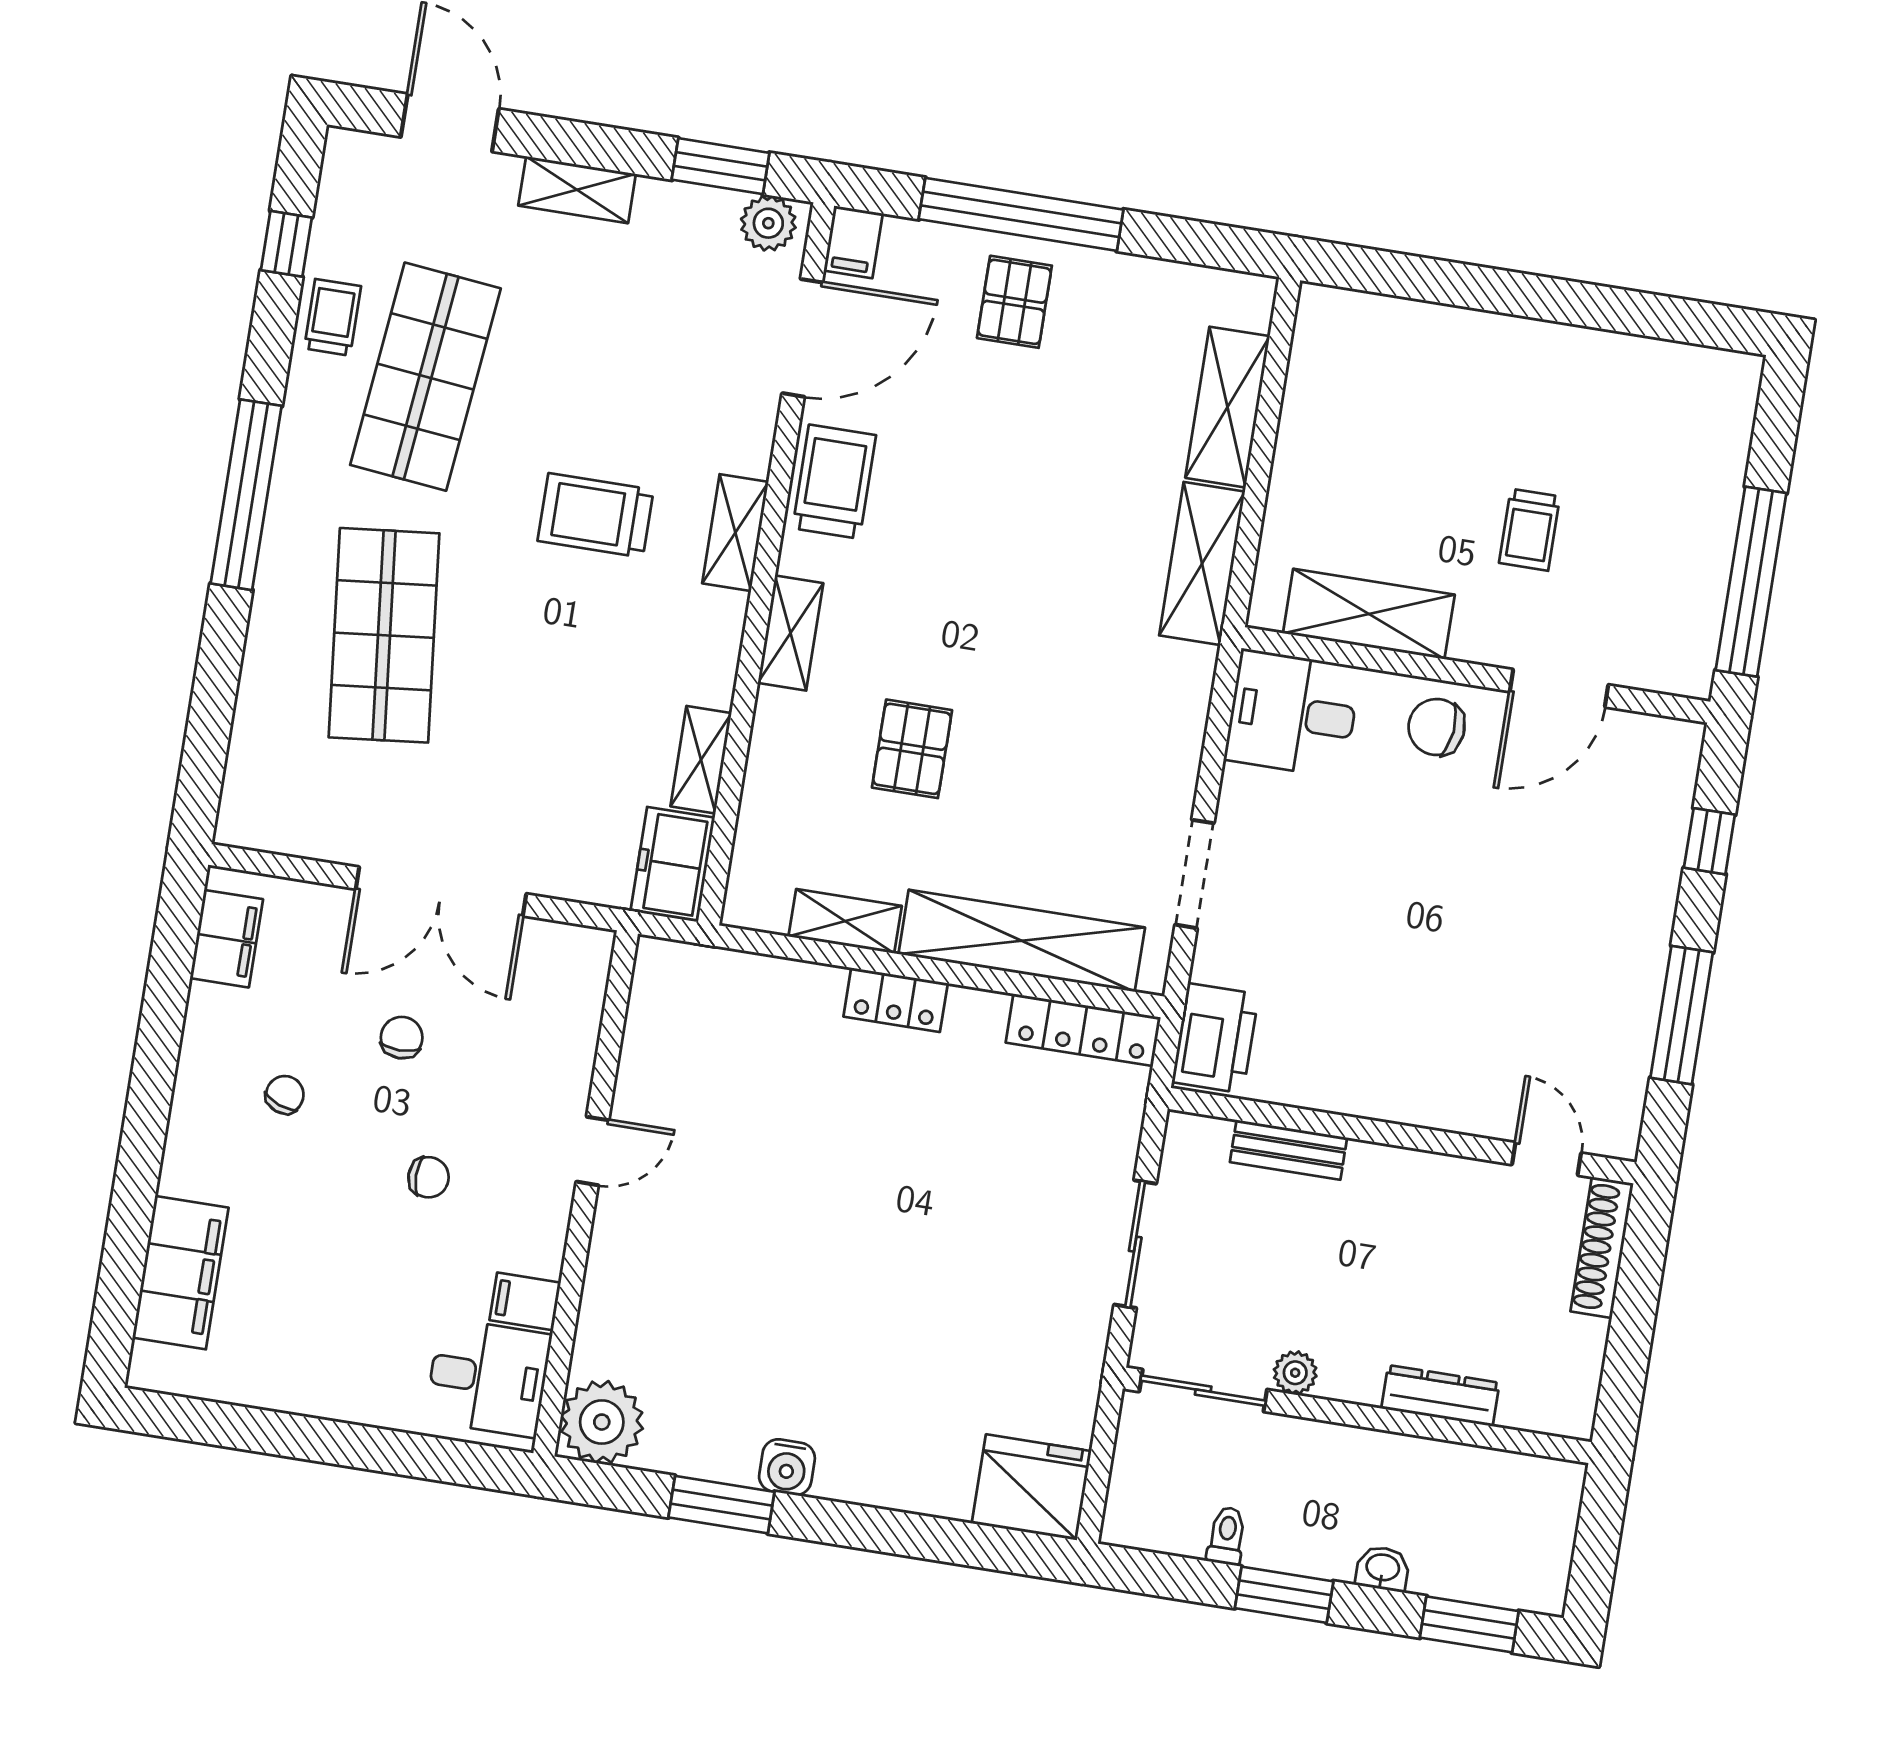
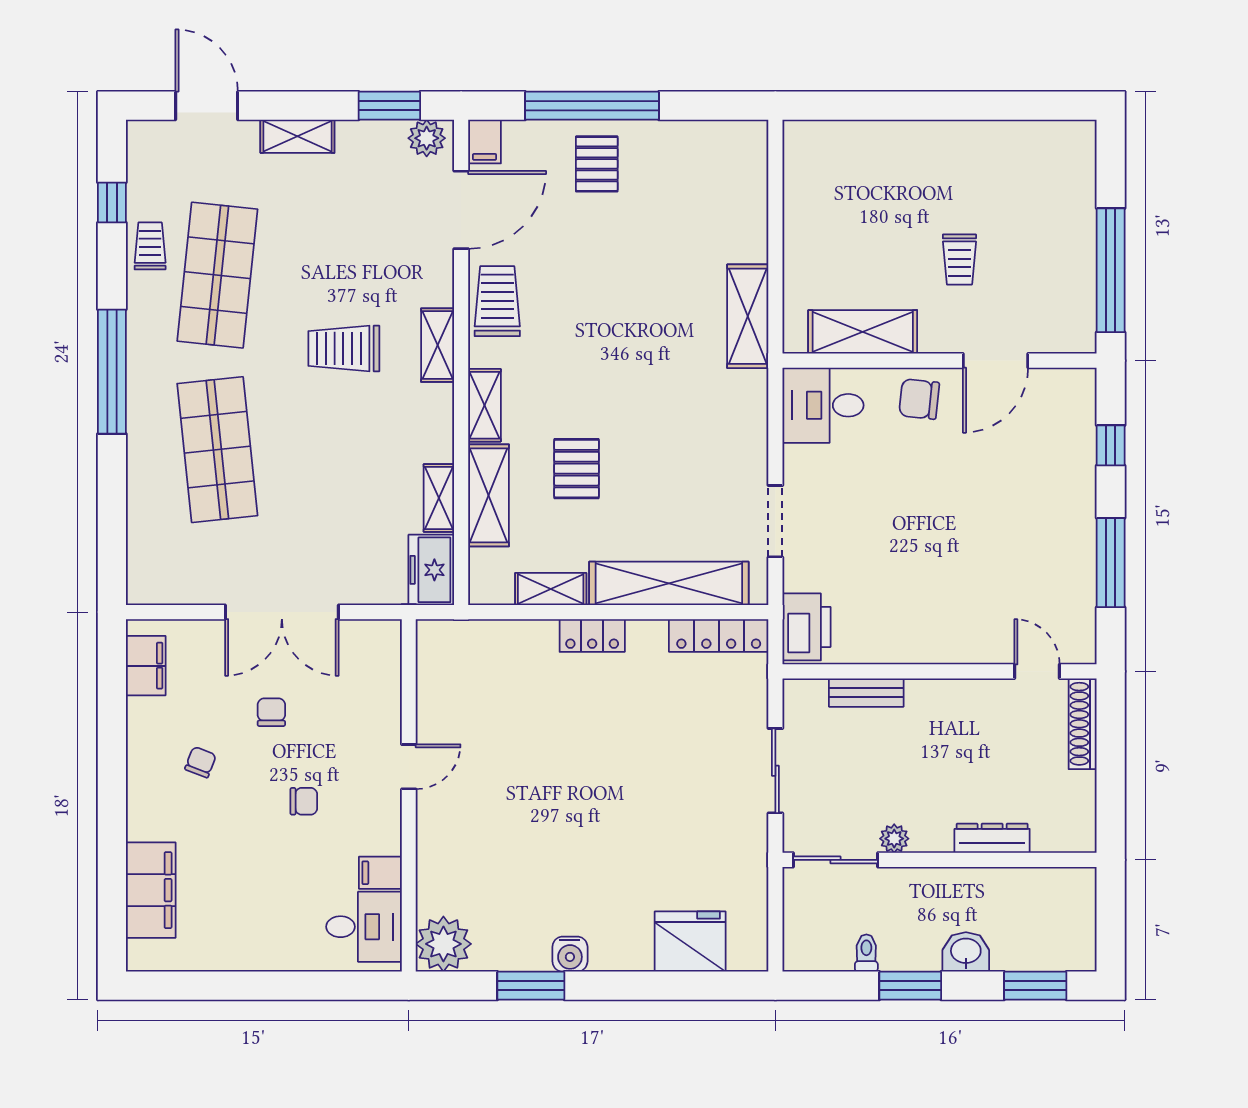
shelving: (1228, 407) -> (489, 495), moved
fridge: (1032, 1487) -> (690, 942), moved
washbasin: (1383, 1569) -> (966, 952), width x1.38, depth x1.45

